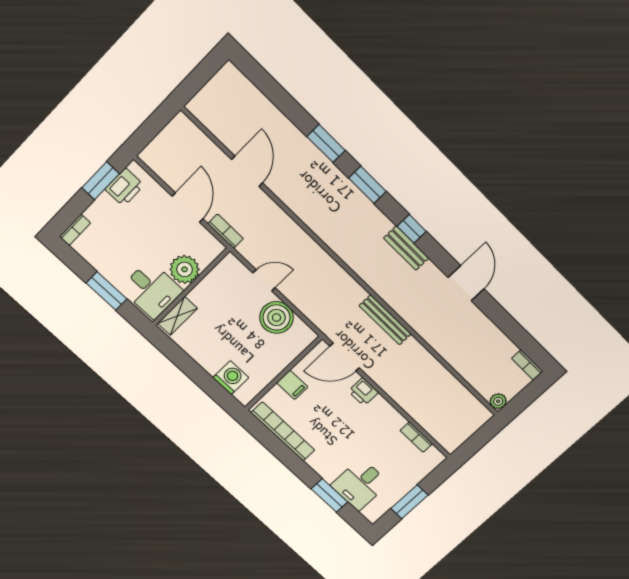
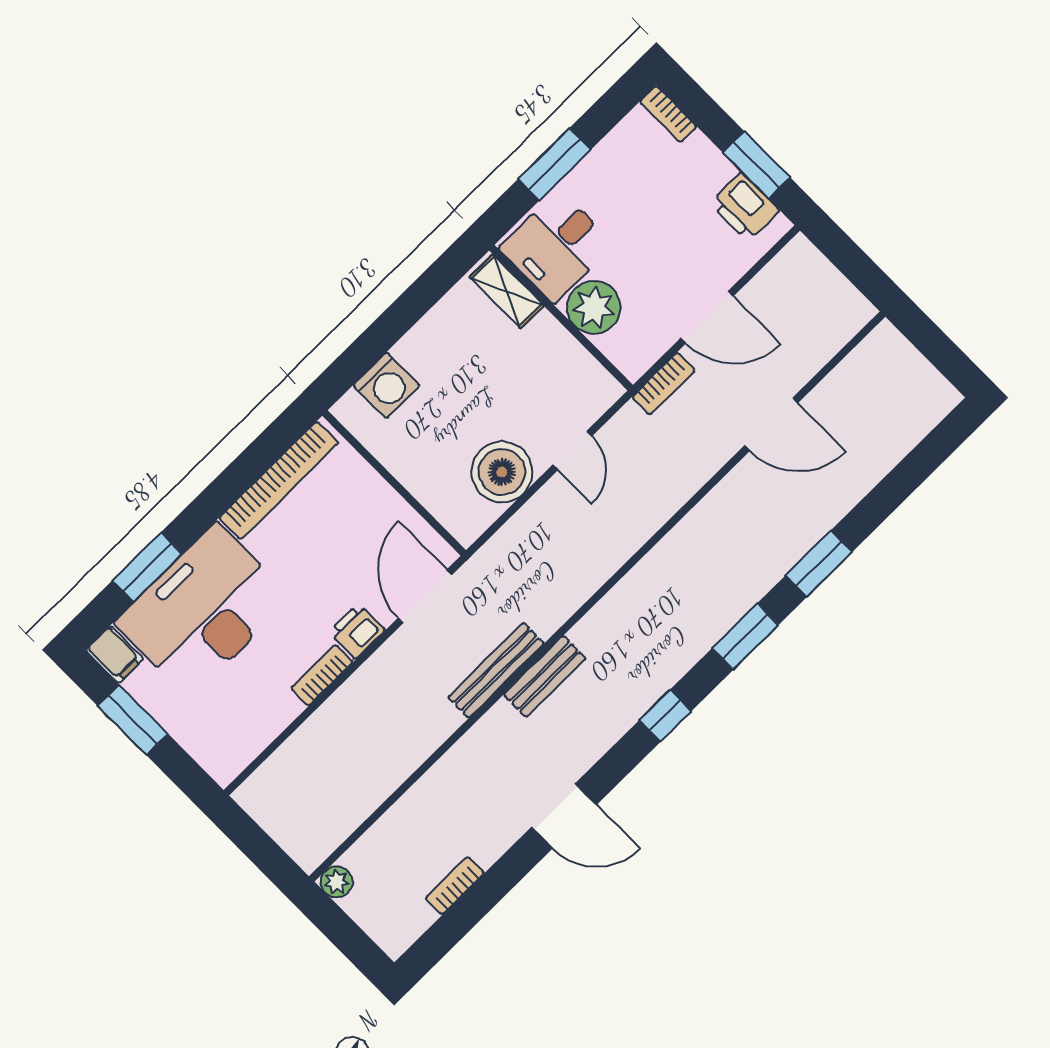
bench: (406, 248) -> (545, 676), moved
bookcase: (527, 365) -> (455, 886), moved
filing cabinet: (292, 385) -> (114, 654), moved, turned -90
bookcase: (416, 437) -> (322, 675), moved
desk: (360, 484) -> (203, 610), width x1.87, depth x1.30

